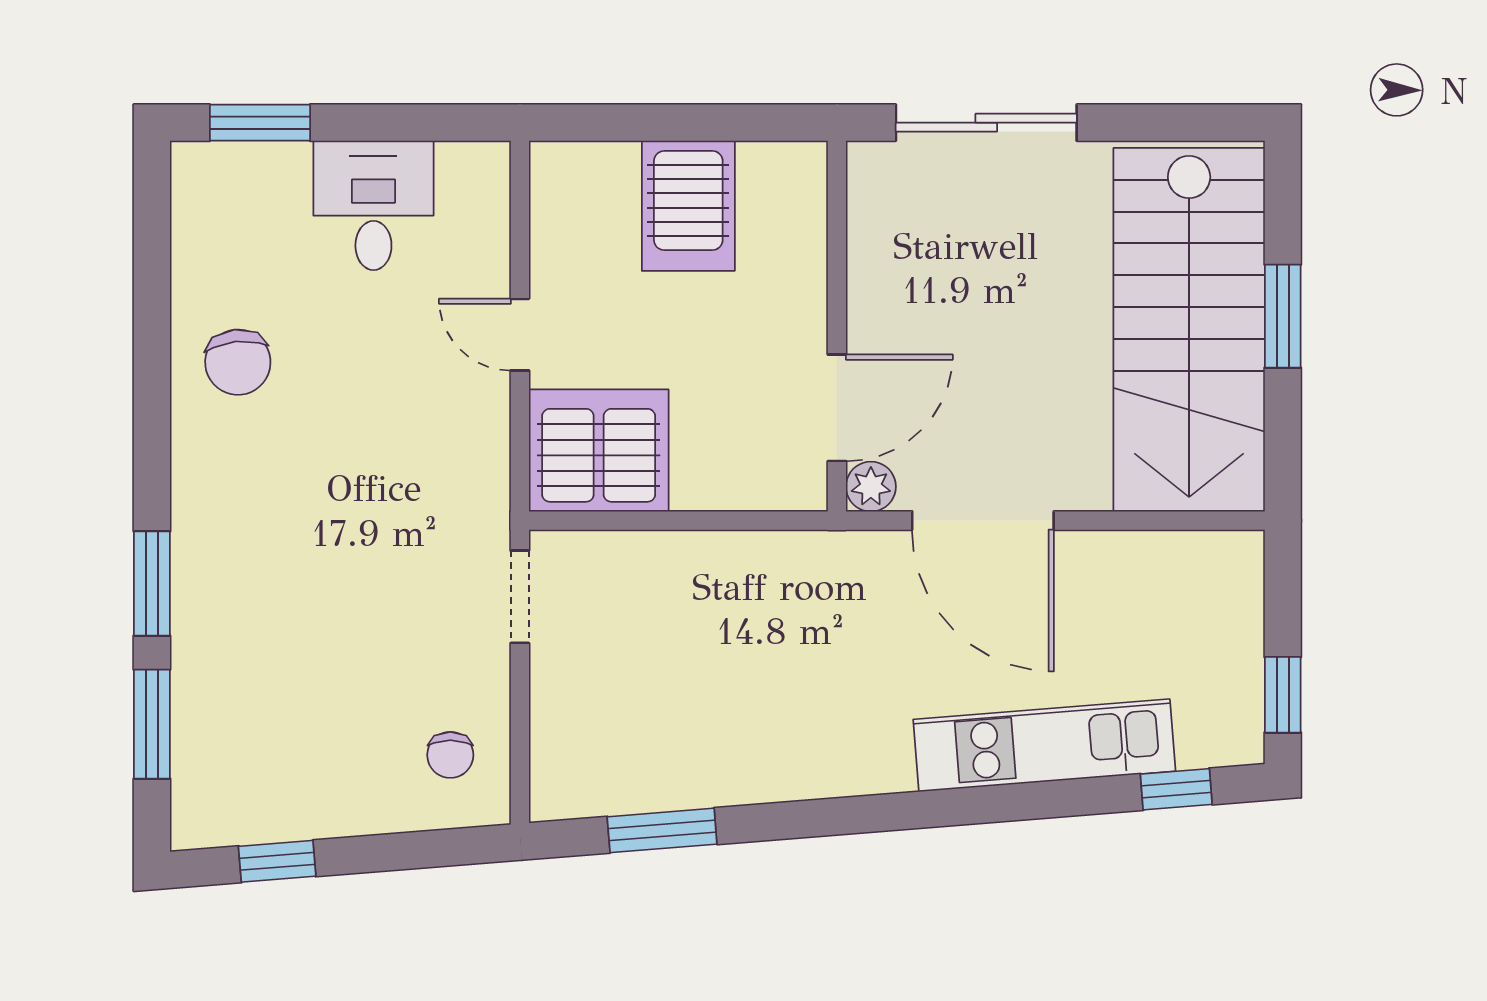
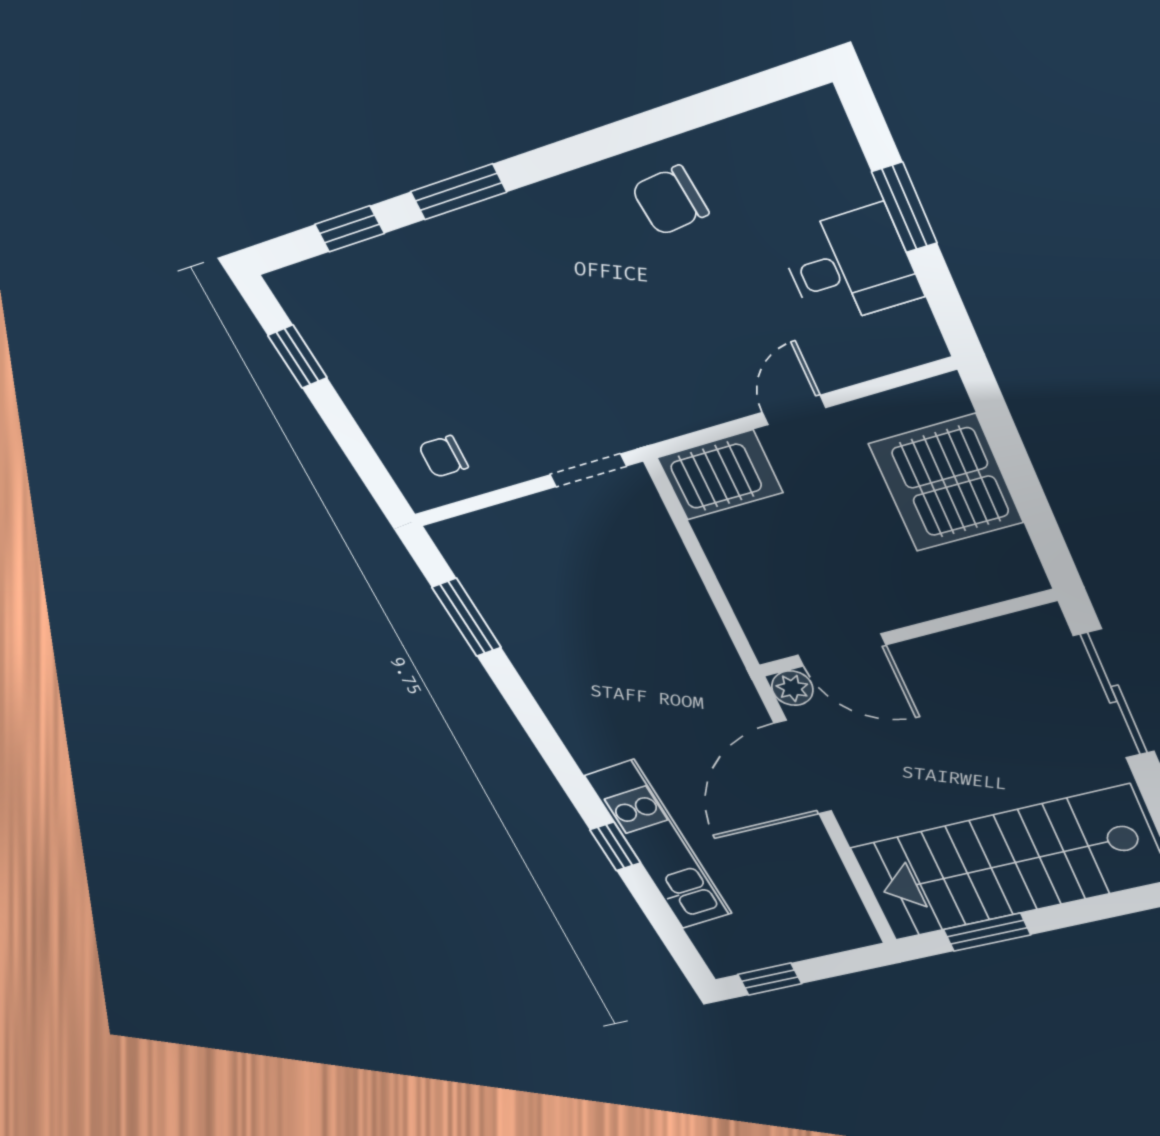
window: (260, 123) -> (904, 207), moved
server rack: (688, 206) -> (946, 483), width x1.60
window: (1283, 316) -> (987, 932), moved
server rack: (599, 450) -> (720, 475), width x0.62
window: (152, 724) -> (349, 229), width x0.67
window: (1176, 789) -> (615, 846), moved

